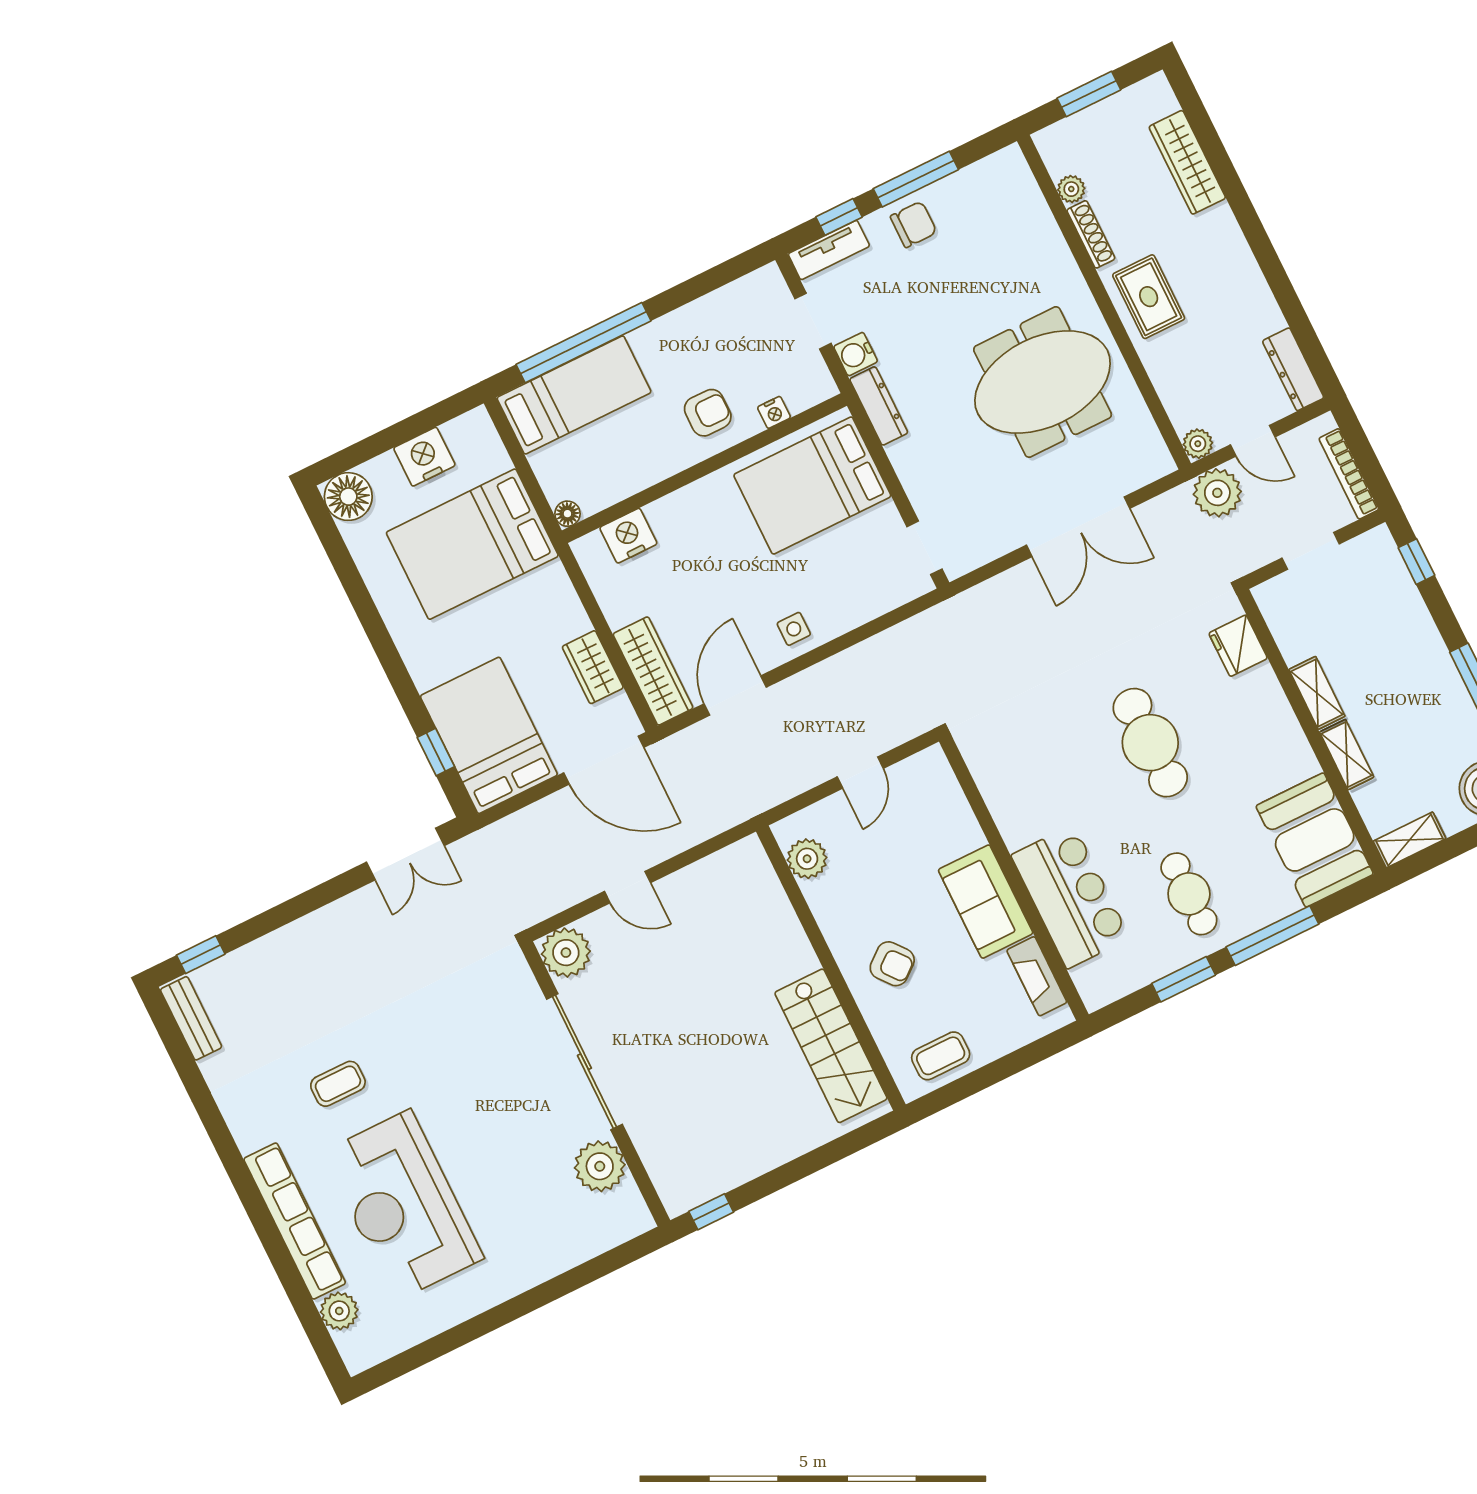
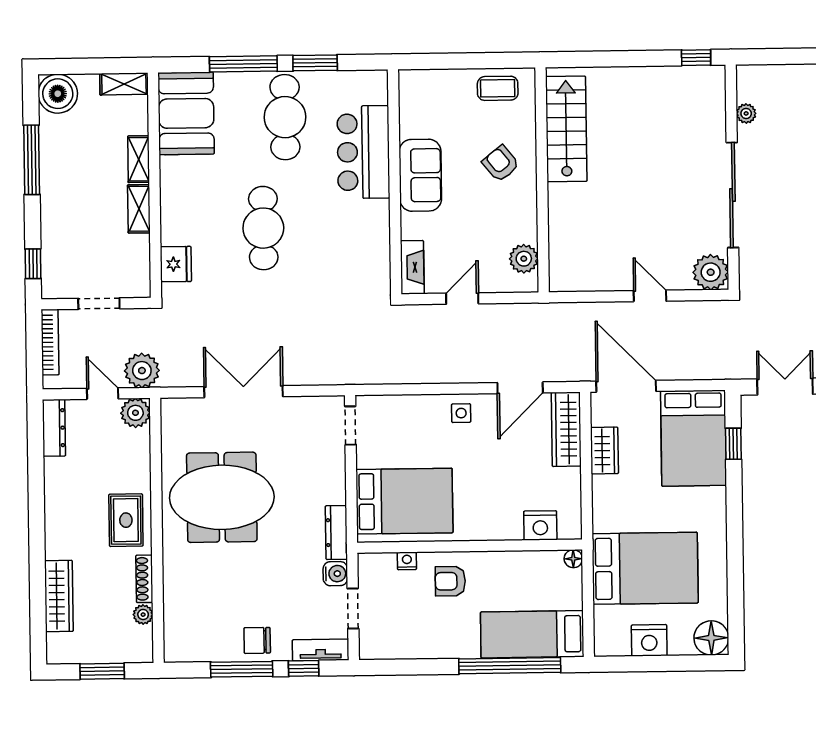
plant: (1198, 444) -> (135, 413), width x1.38, depth x1.38
cafe table: (1189, 894) -> (285, 117), width x1.37, depth x1.35
fireplace: (1037, 976) -> (412, 267), moved
plant: (600, 1166) -> (746, 113), width x0.53, depth x0.53

